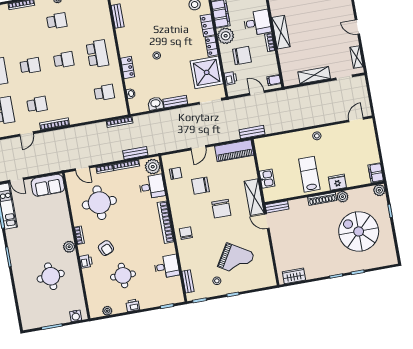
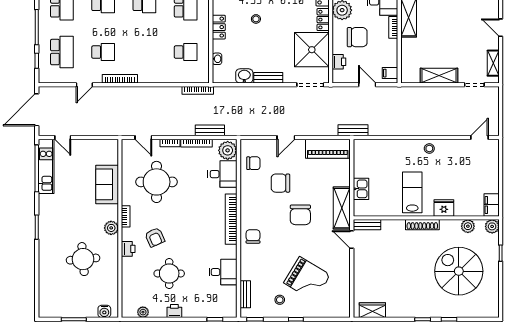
sofa: (48, 185) -> (107, 184), moved, turned 90
plant: (342, 197) -> (468, 226), moved

